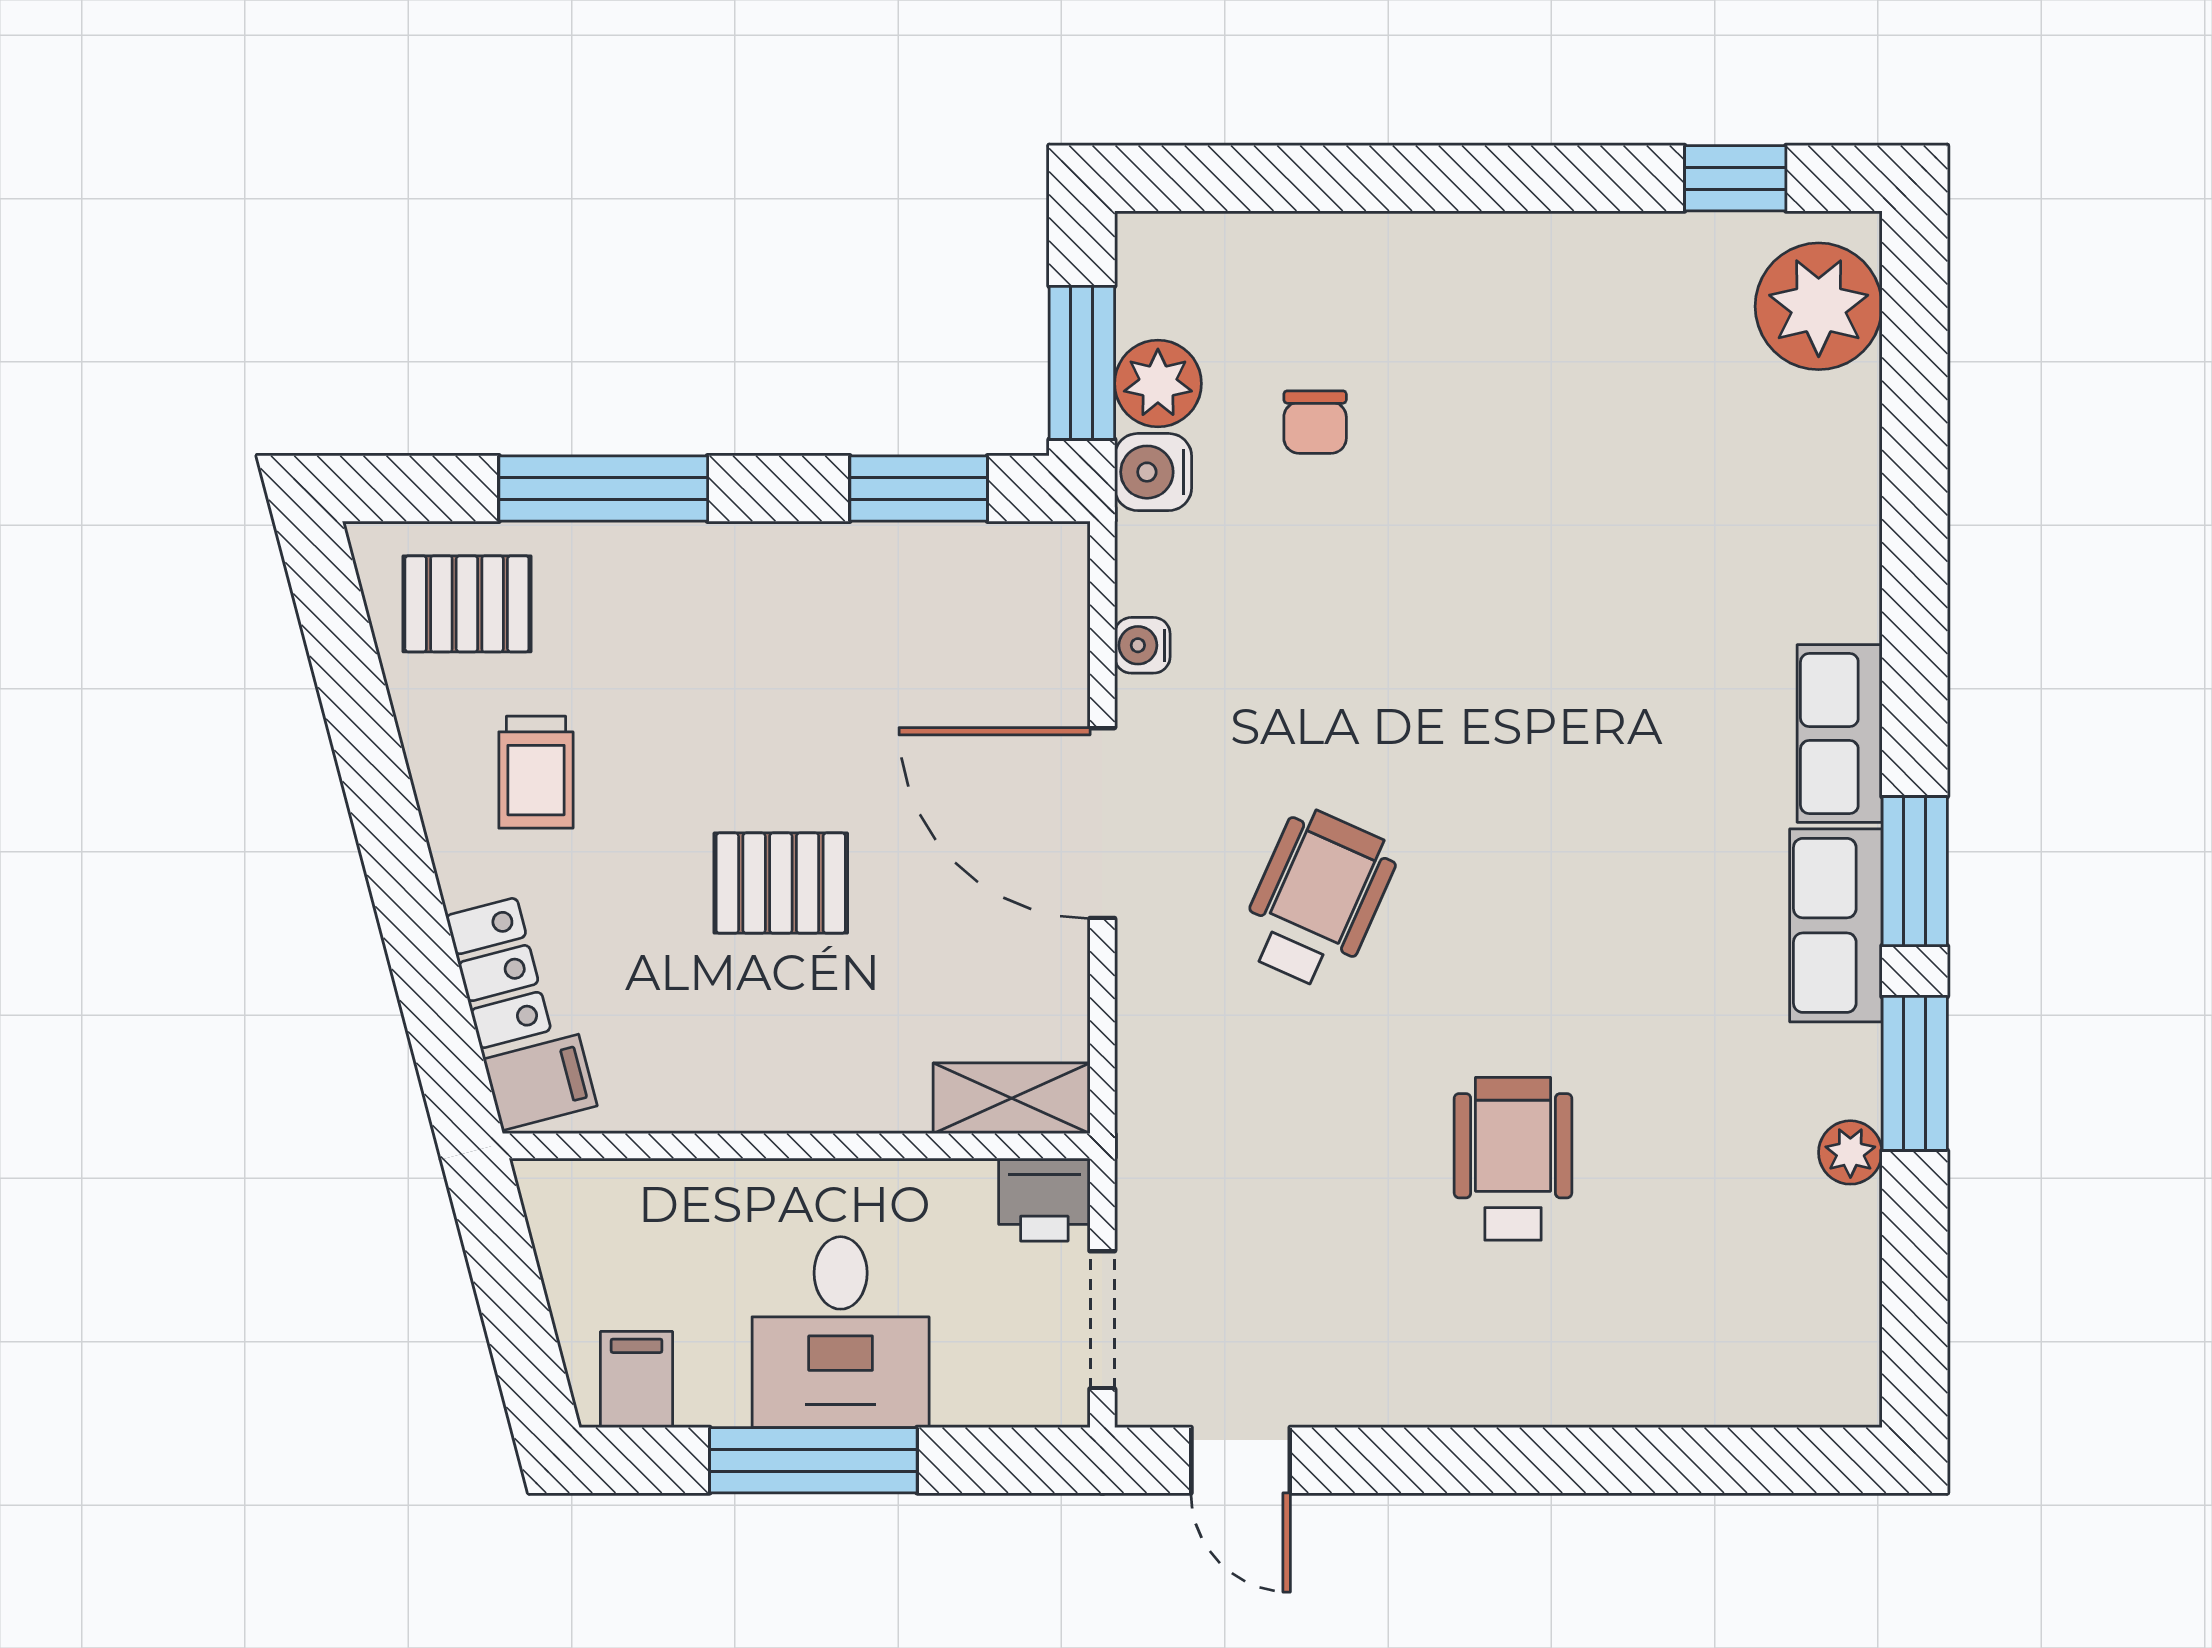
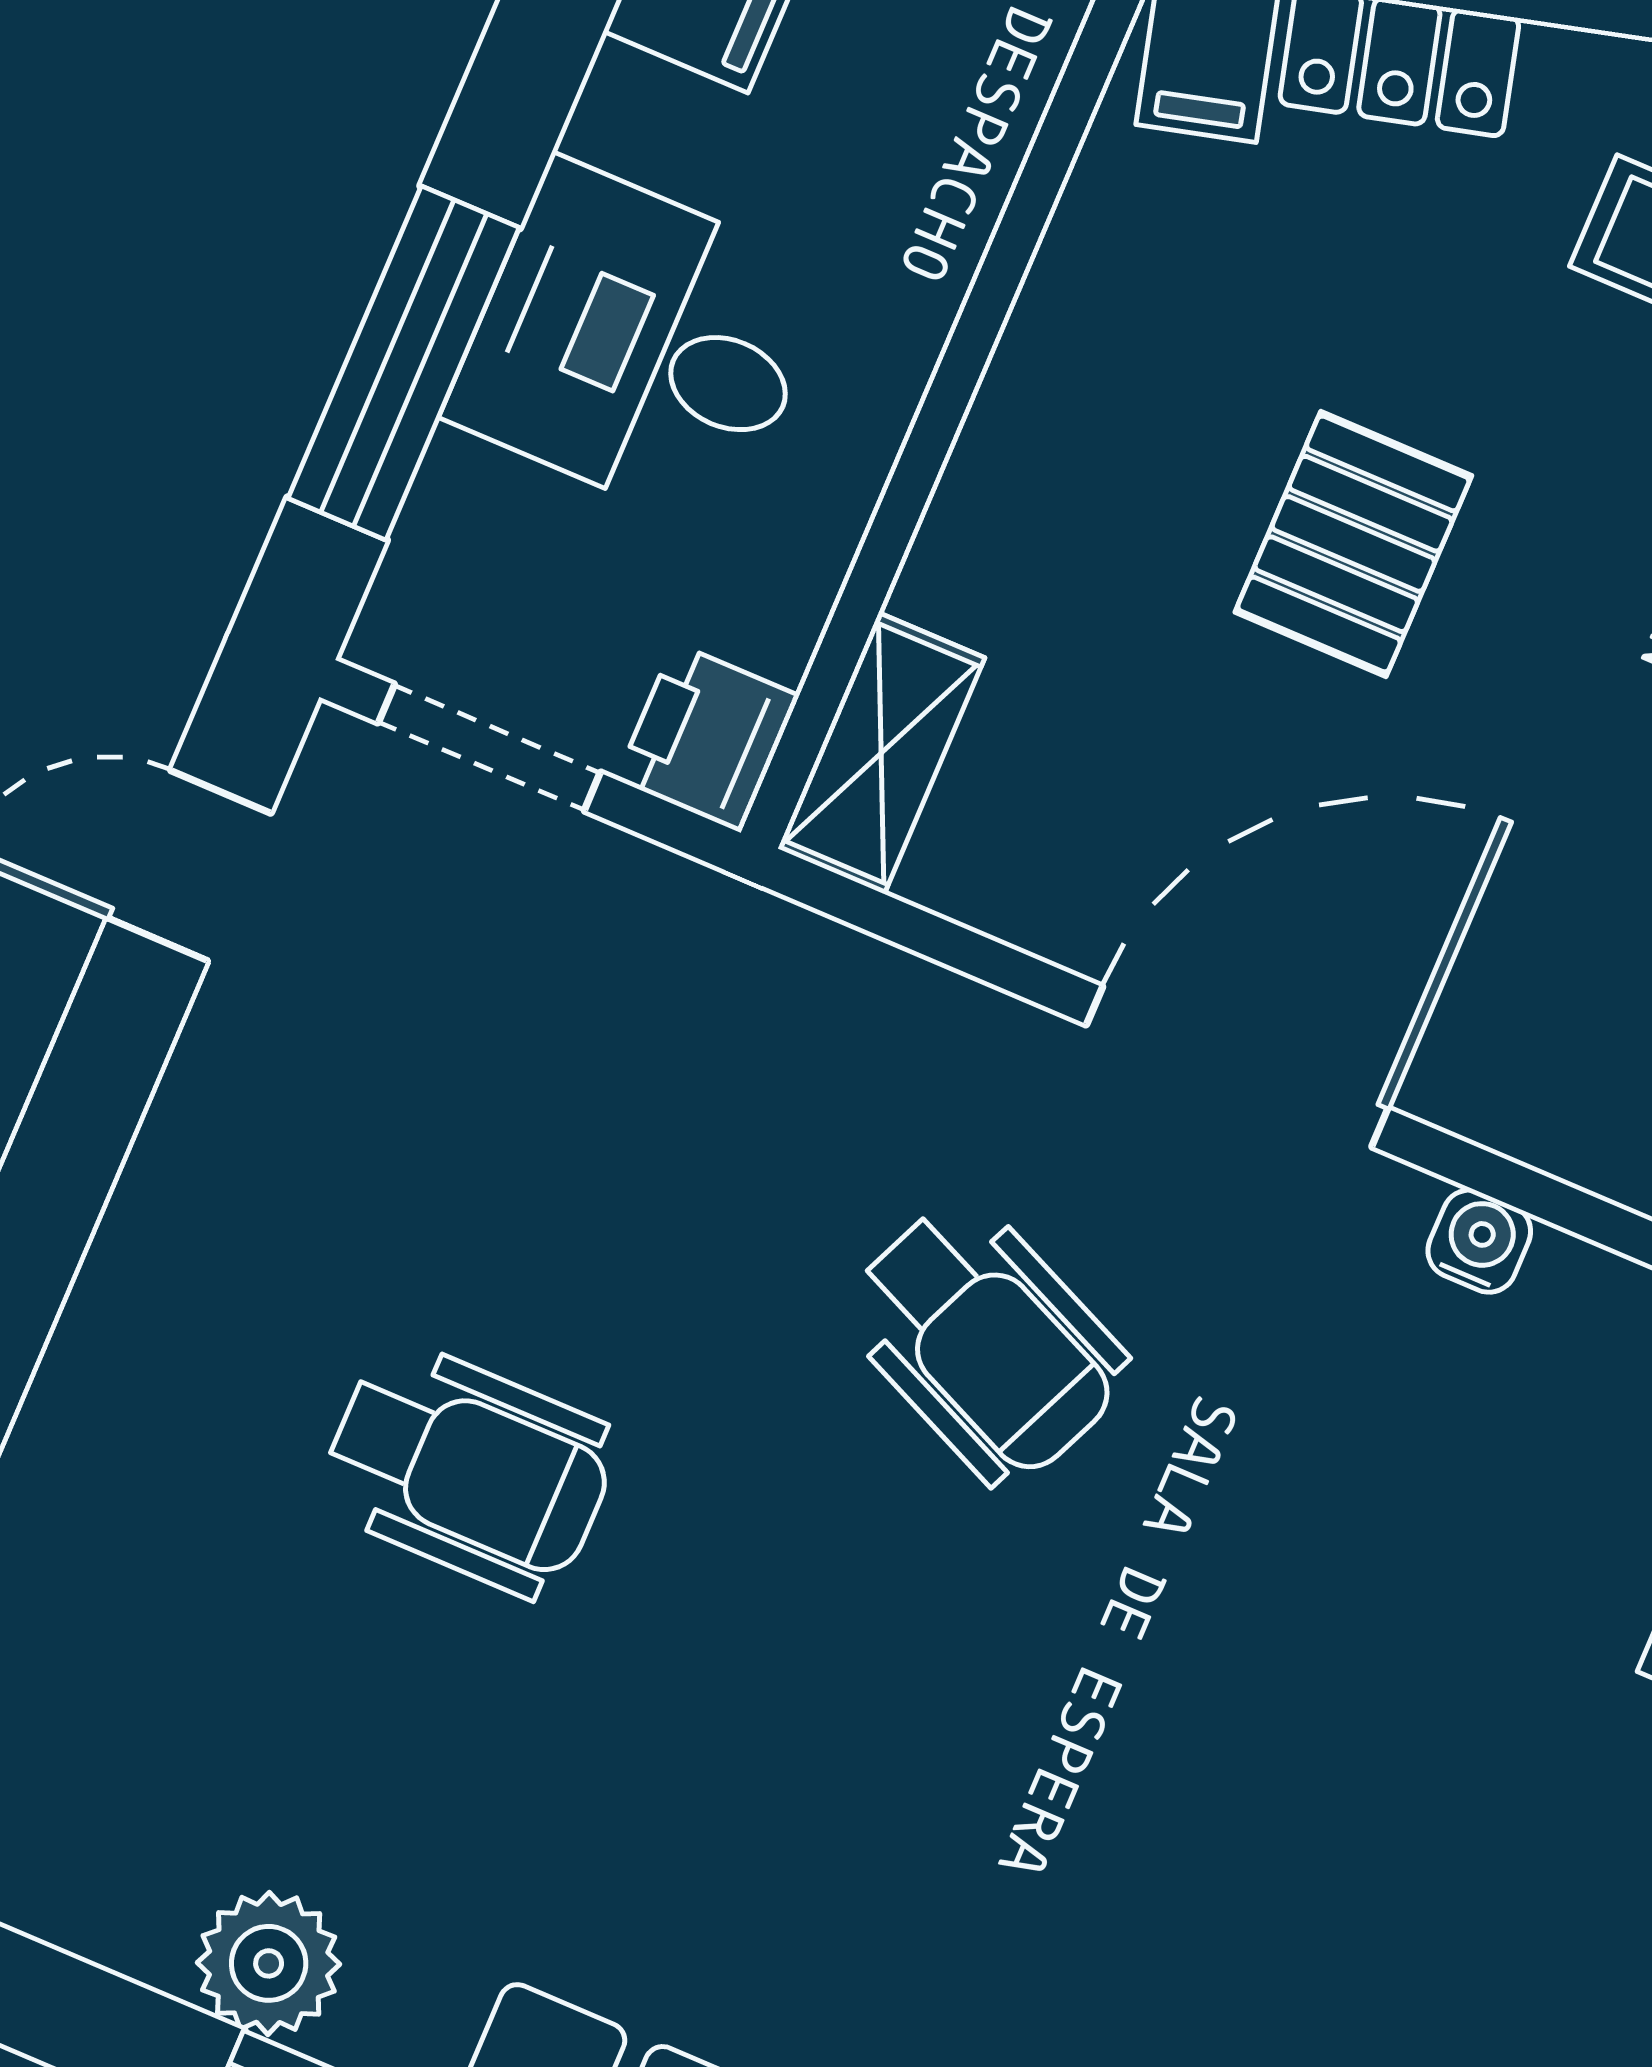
plant: (1850, 1152) -> (269, 1963), width x1.38, depth x1.38
window: (813, 1460) -> (404, 363), moved

